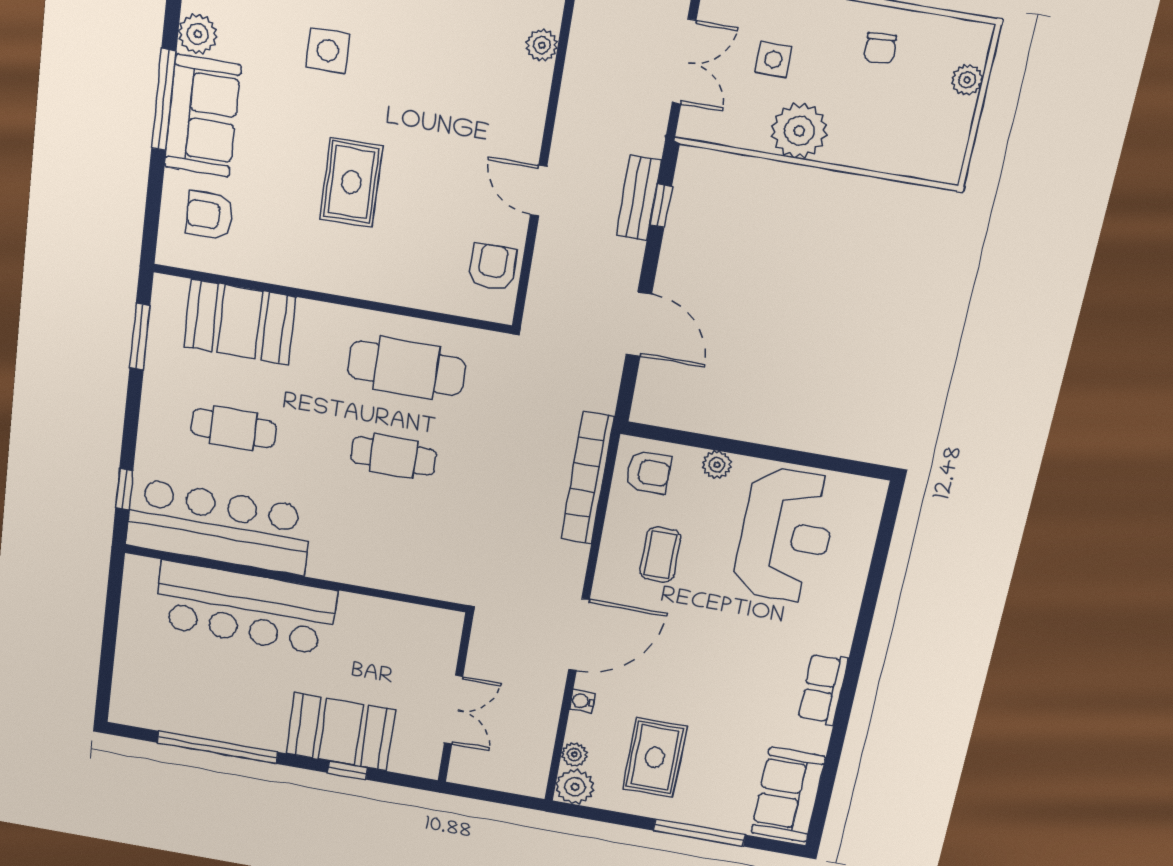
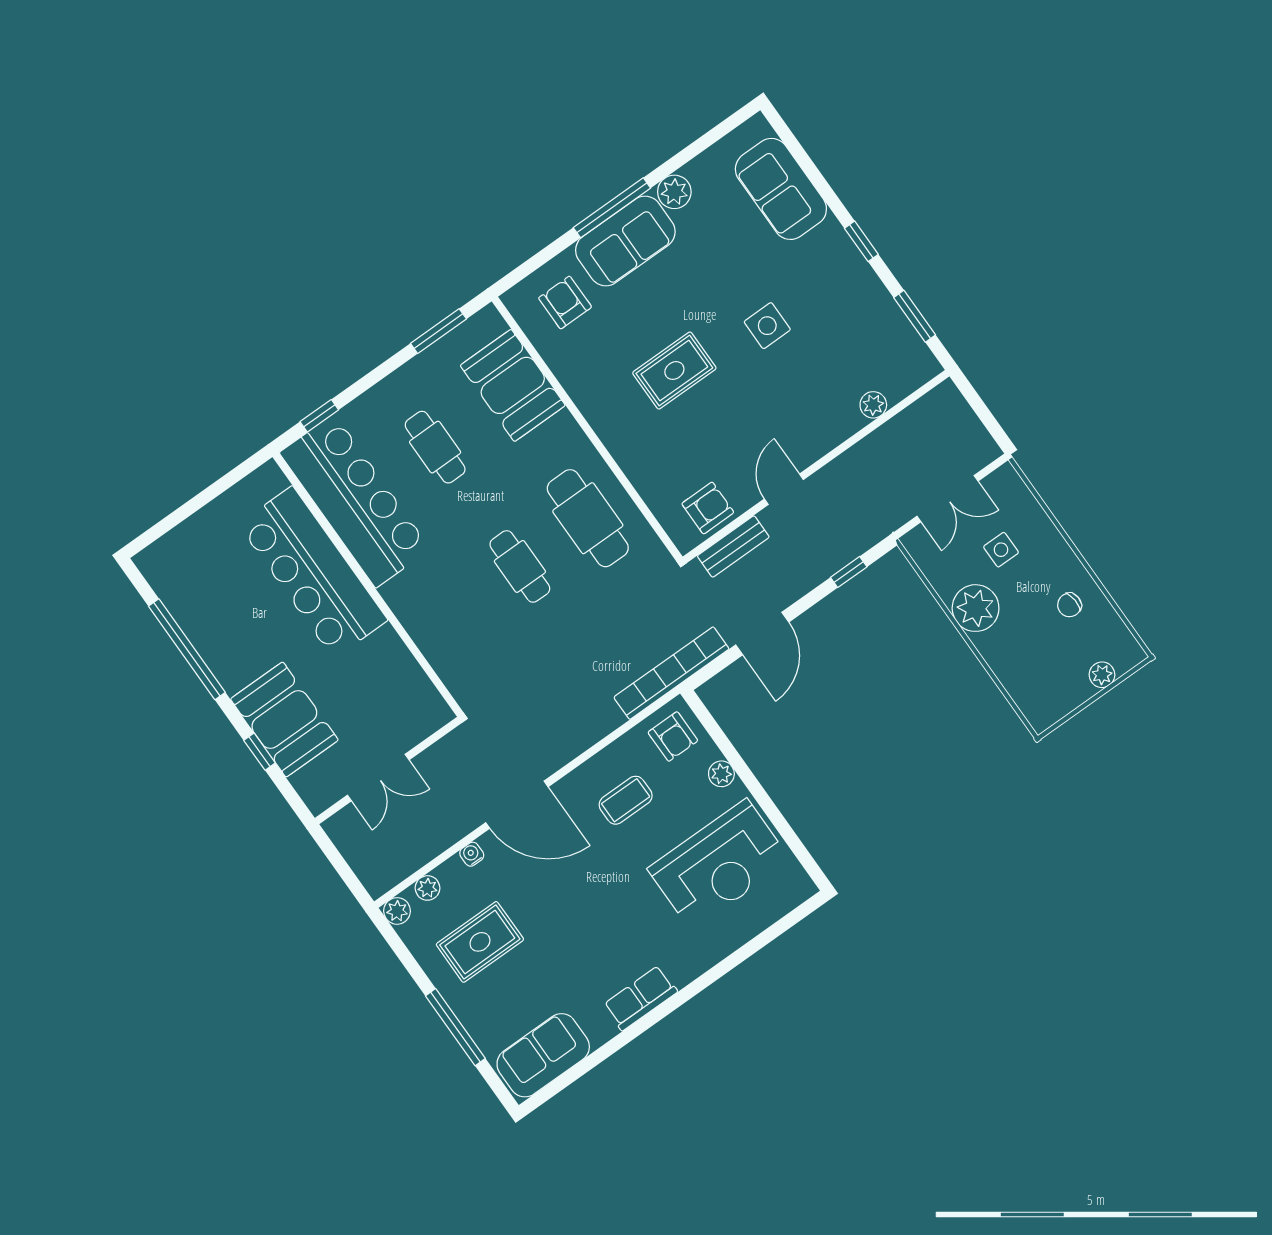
side table: (328, 50) -> (767, 326), moved
bench: (638, 198) -> (733, 546), moved
bookcase: (587, 478) -> (671, 673), moved
plant: (575, 787) -> (397, 911), width x0.73, depth x0.73

